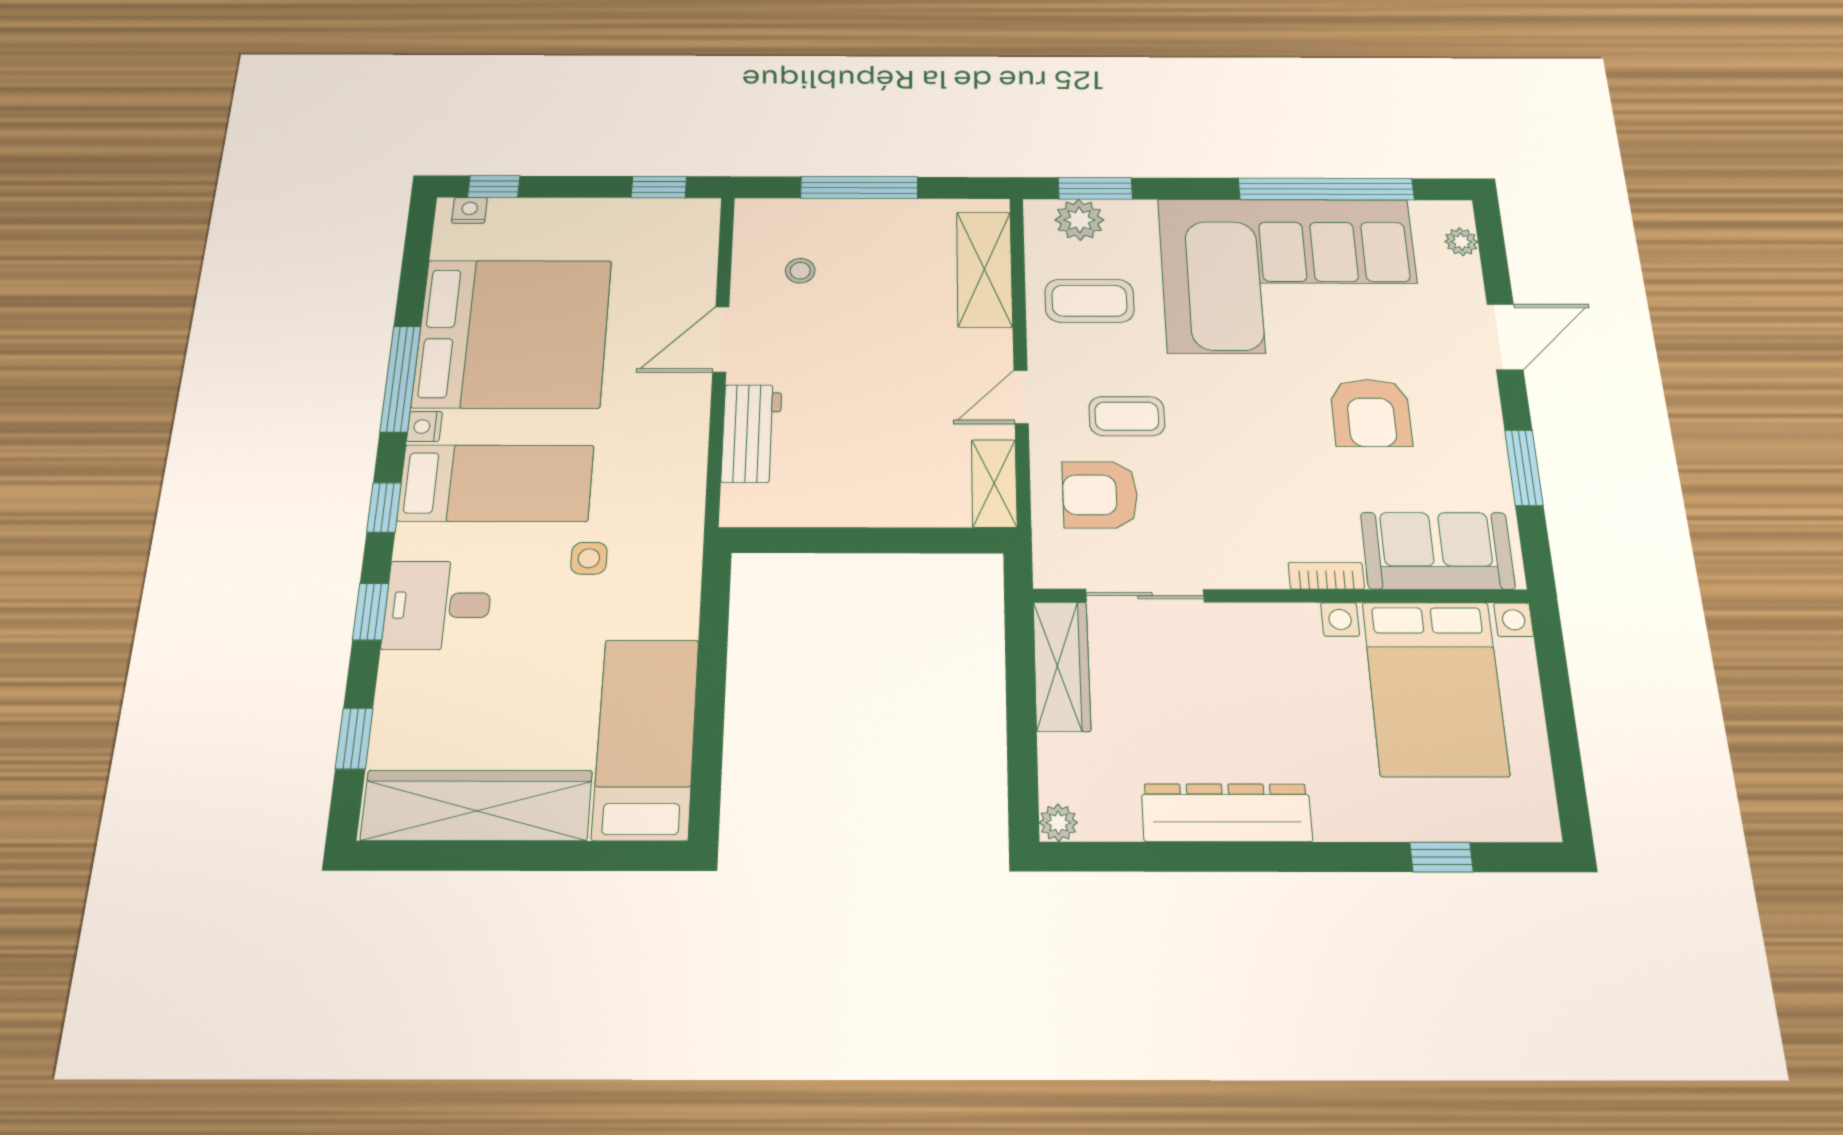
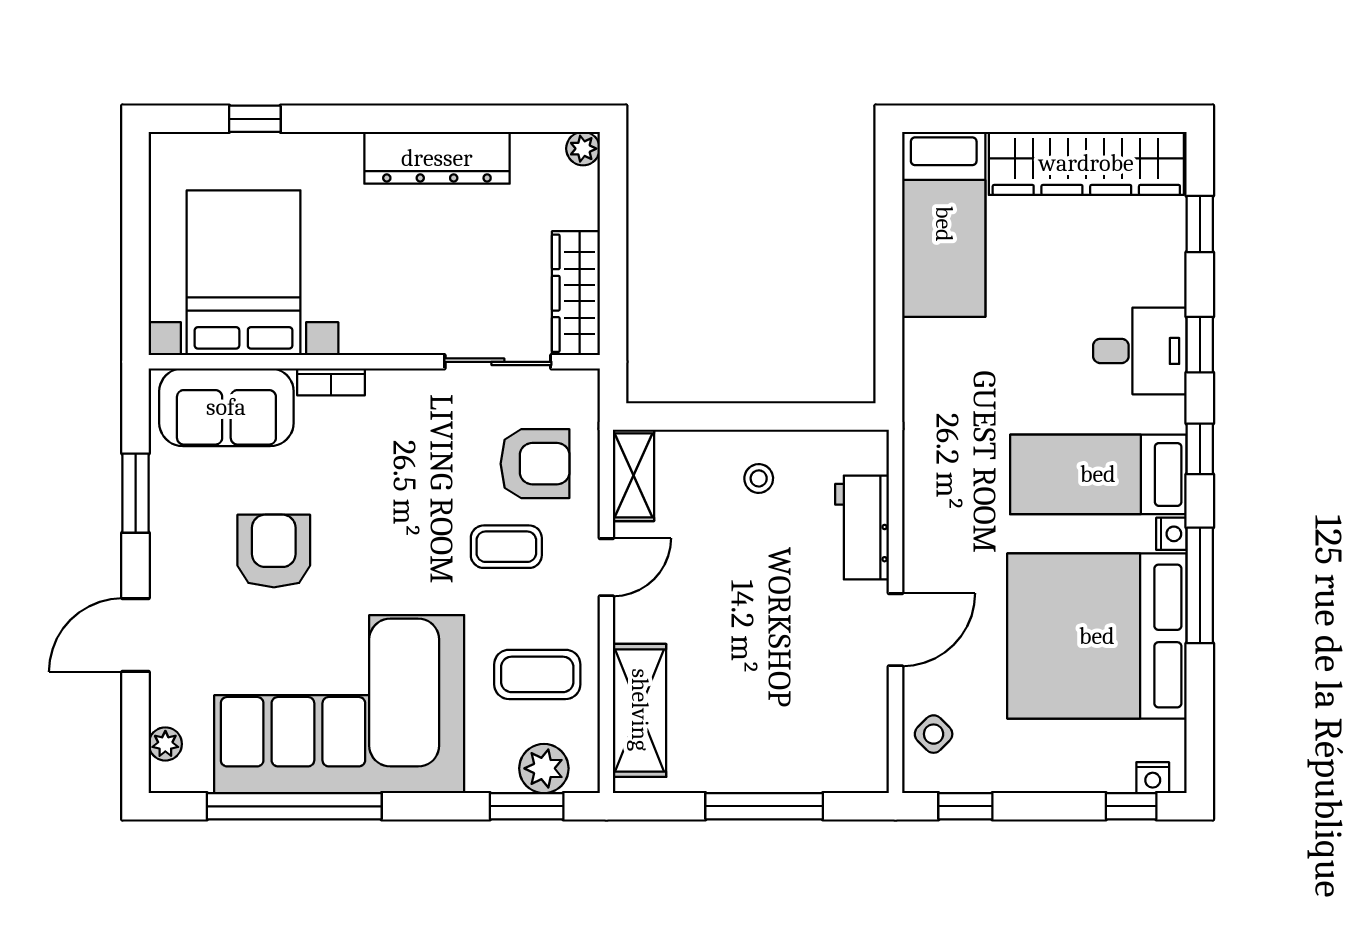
stool: (800, 271) -> (759, 478), moved
side table: (589, 558) -> (934, 734), moved, turned 45

